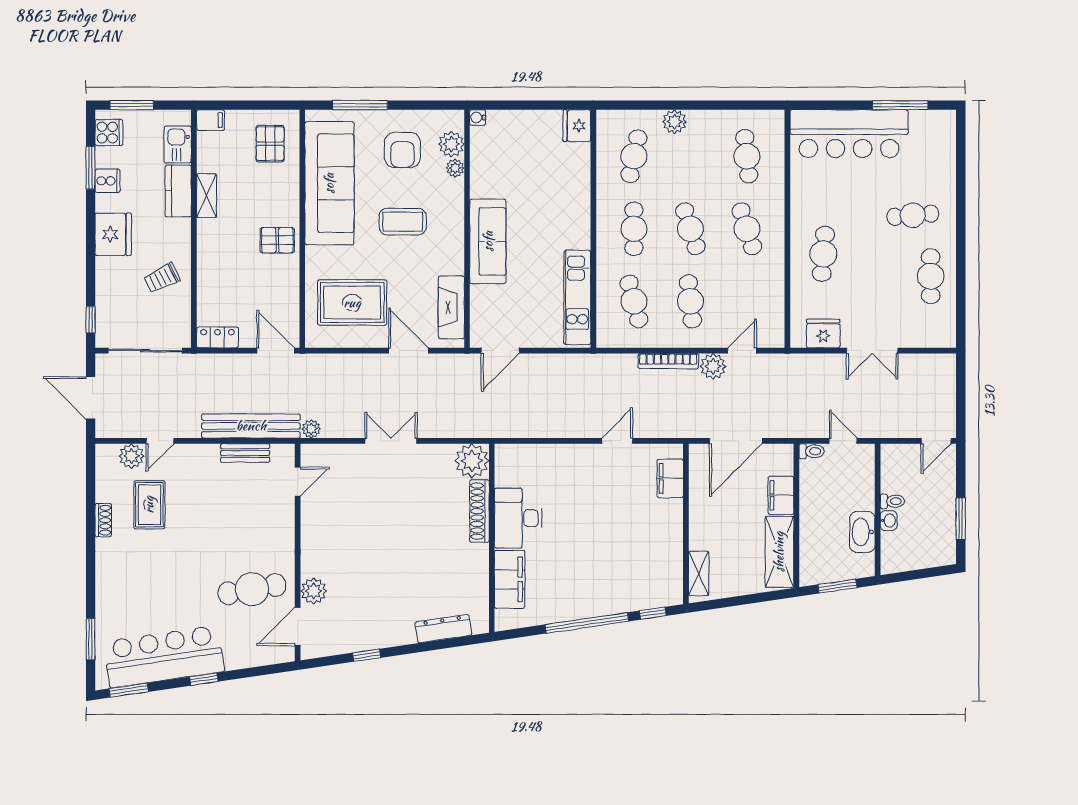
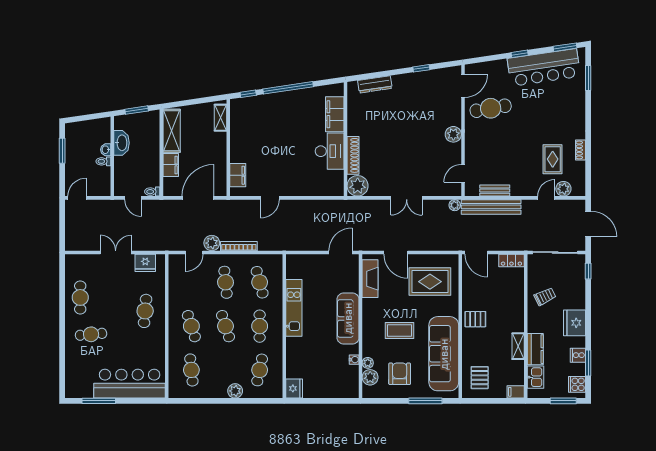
water cooler: (478, 118) -> (354, 360), moved
kitchen unit: (577, 297) -> (294, 308), moved
plant: (314, 591) -> (453, 134), moved

